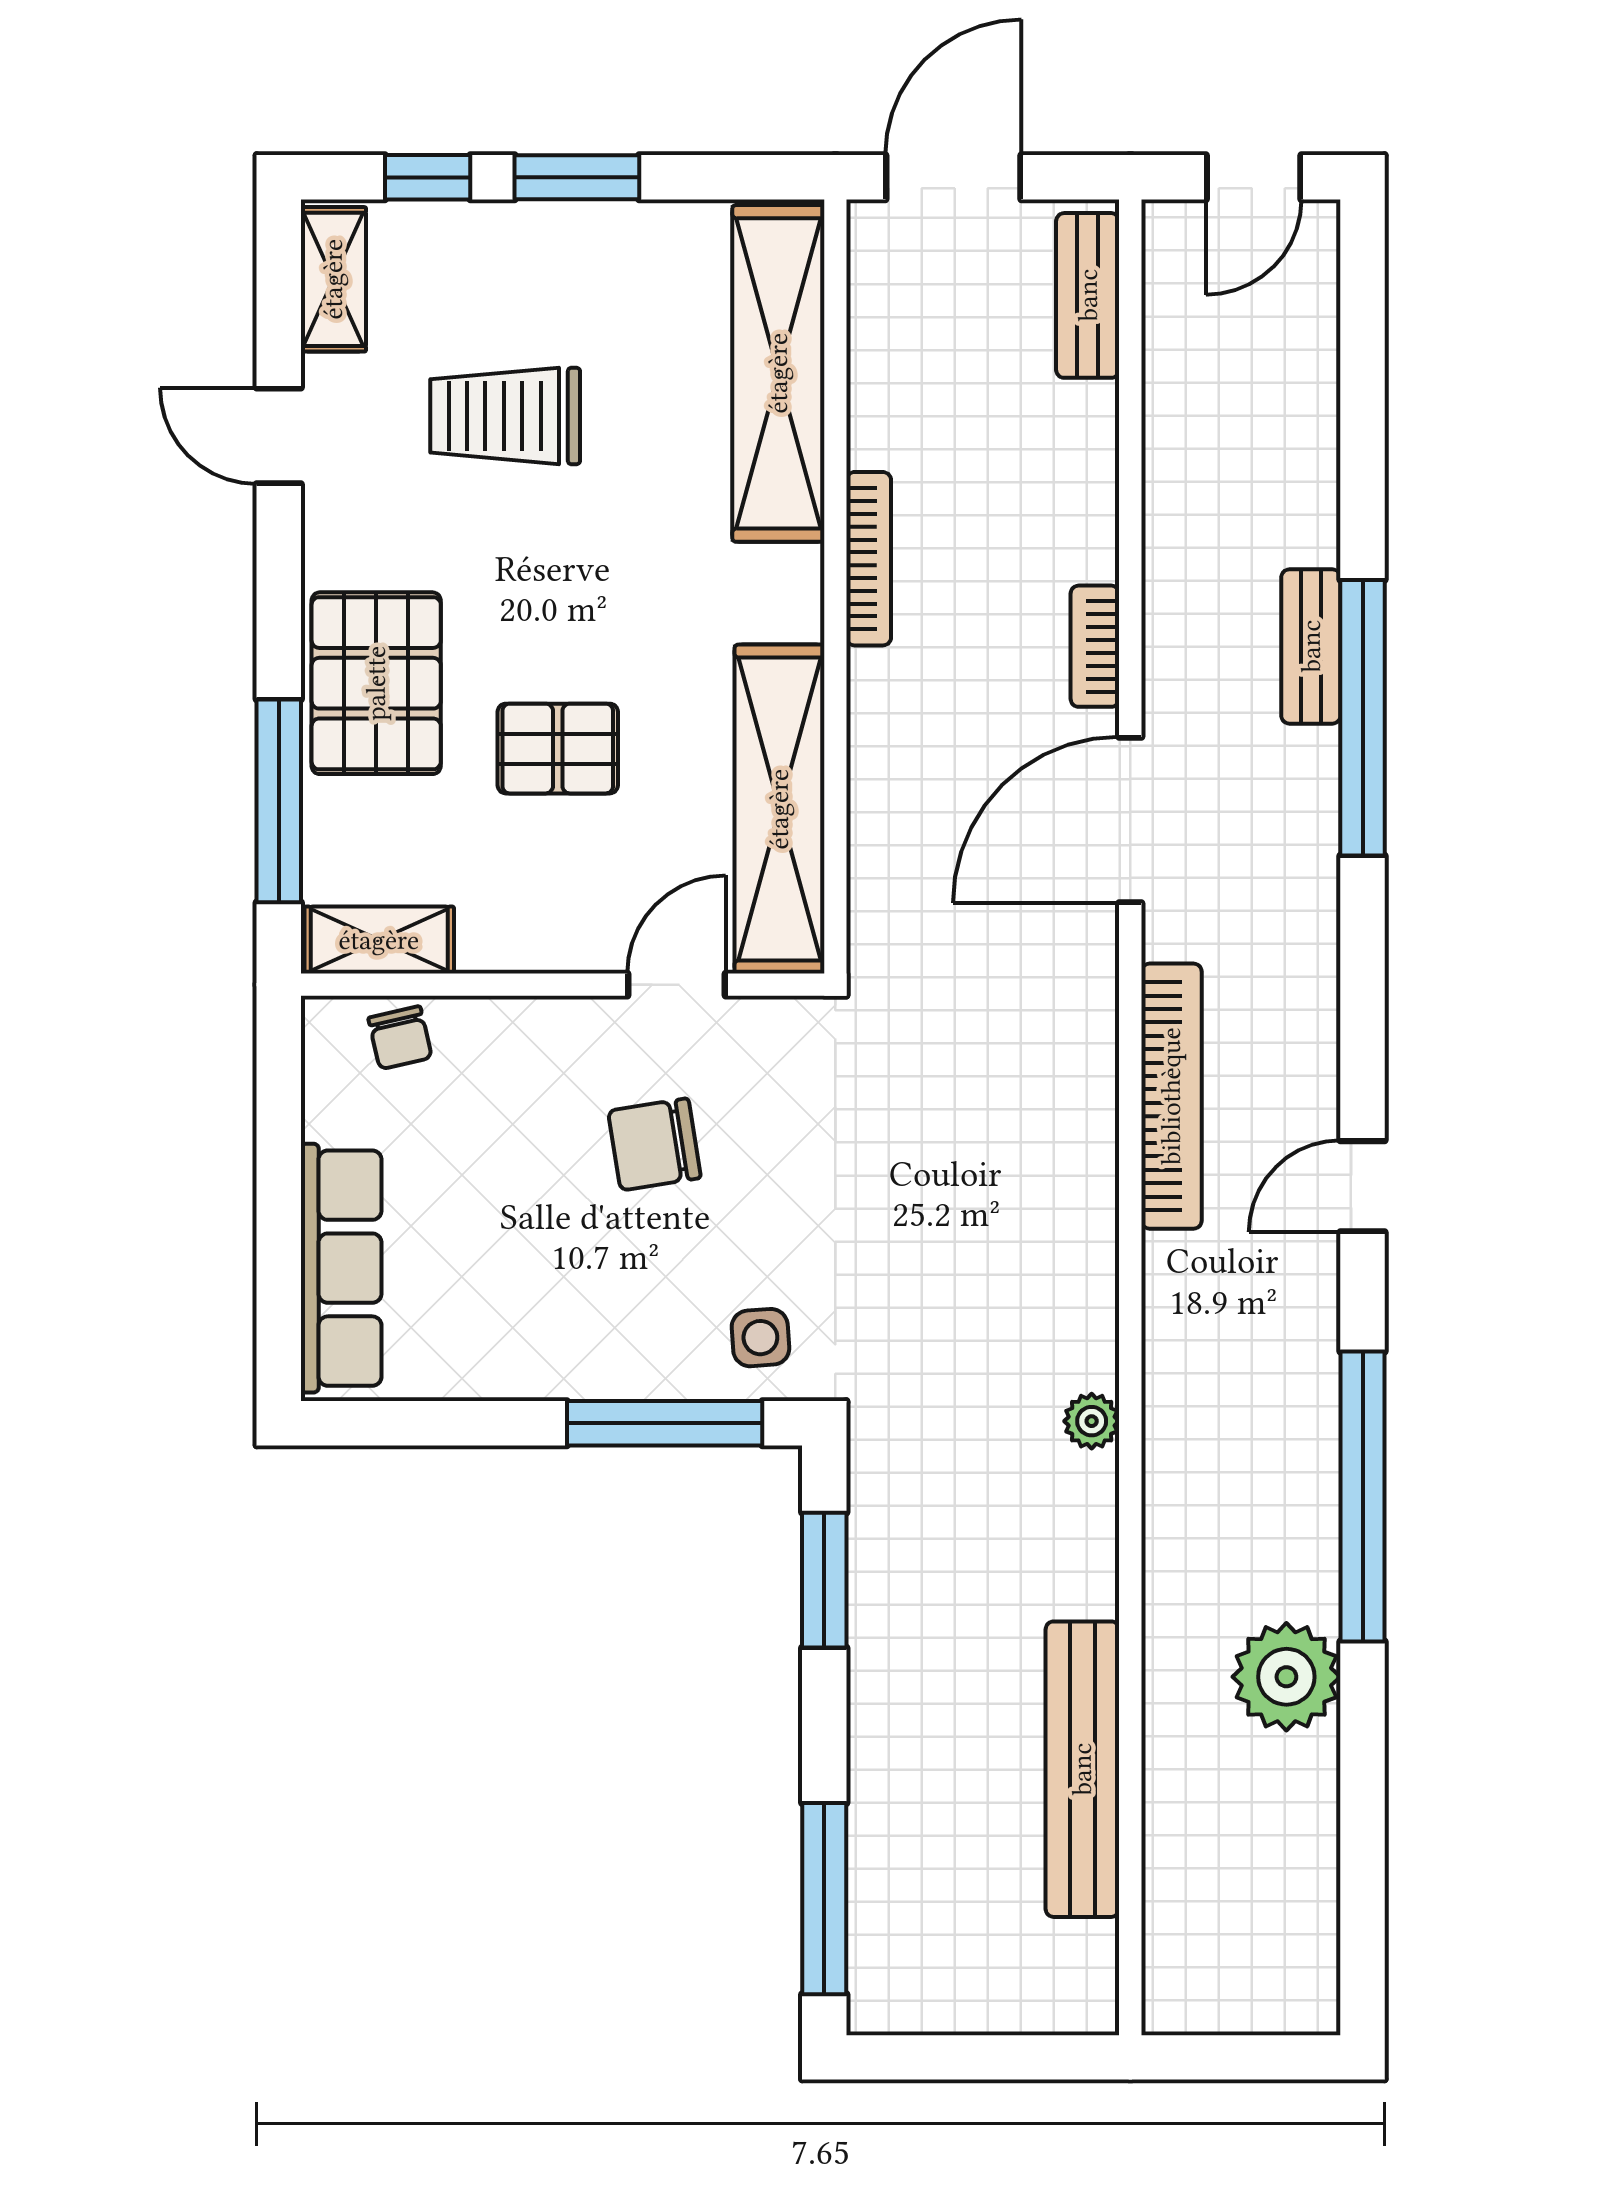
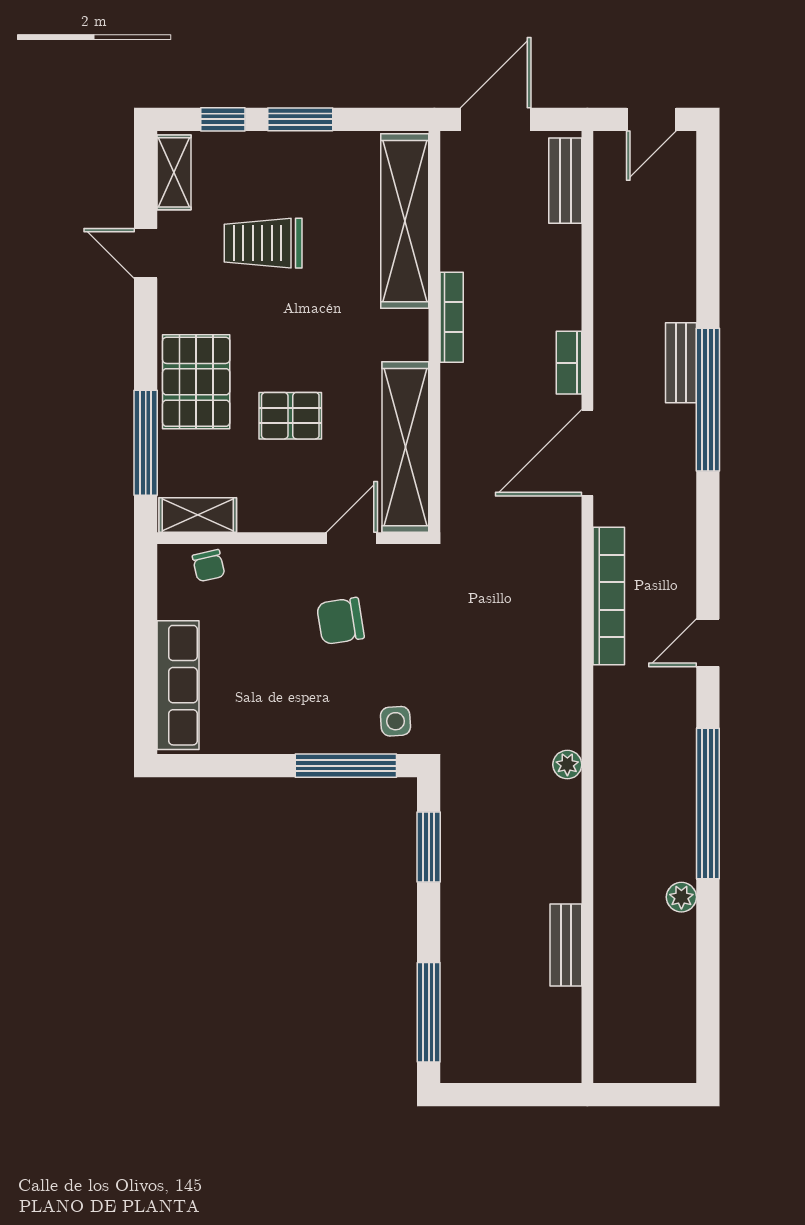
plant: (1286, 1677) -> (681, 897), width x0.53, depth x0.53
bench: (1082, 1769) -> (566, 945), width x0.54, depth x0.82

